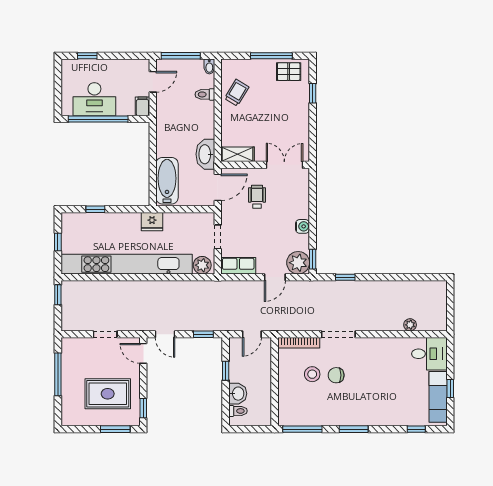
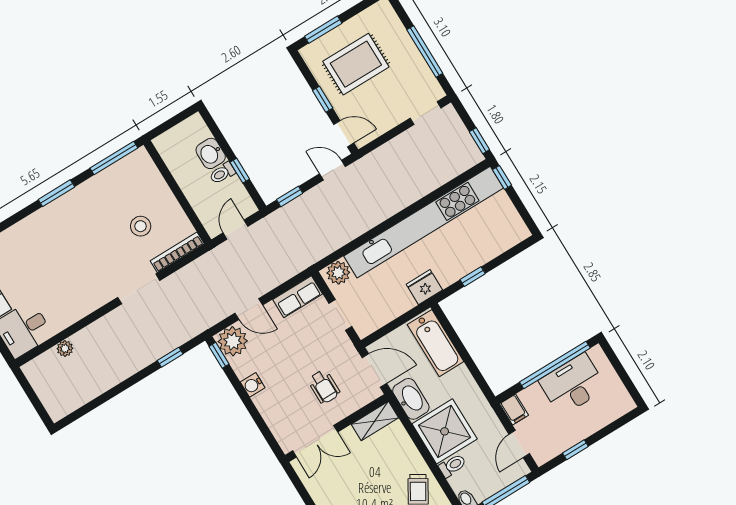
window: (87, 56) -> (575, 450), moved
shower: (196, 120) -> (445, 431), added
door: (218, 187) -> (374, 370), swing flipped
window: (95, 209) -> (473, 277), moved
window: (58, 242) -> (502, 177), moved
door: (275, 277) -> (249, 309), swing flipped
doorway: (105, 334) -> (425, 113), moved
chair: (336, 375) -> (113, 241), removed
window: (143, 408) -> (323, 99), moved
toilet: (238, 411) -> (222, 173), moved

